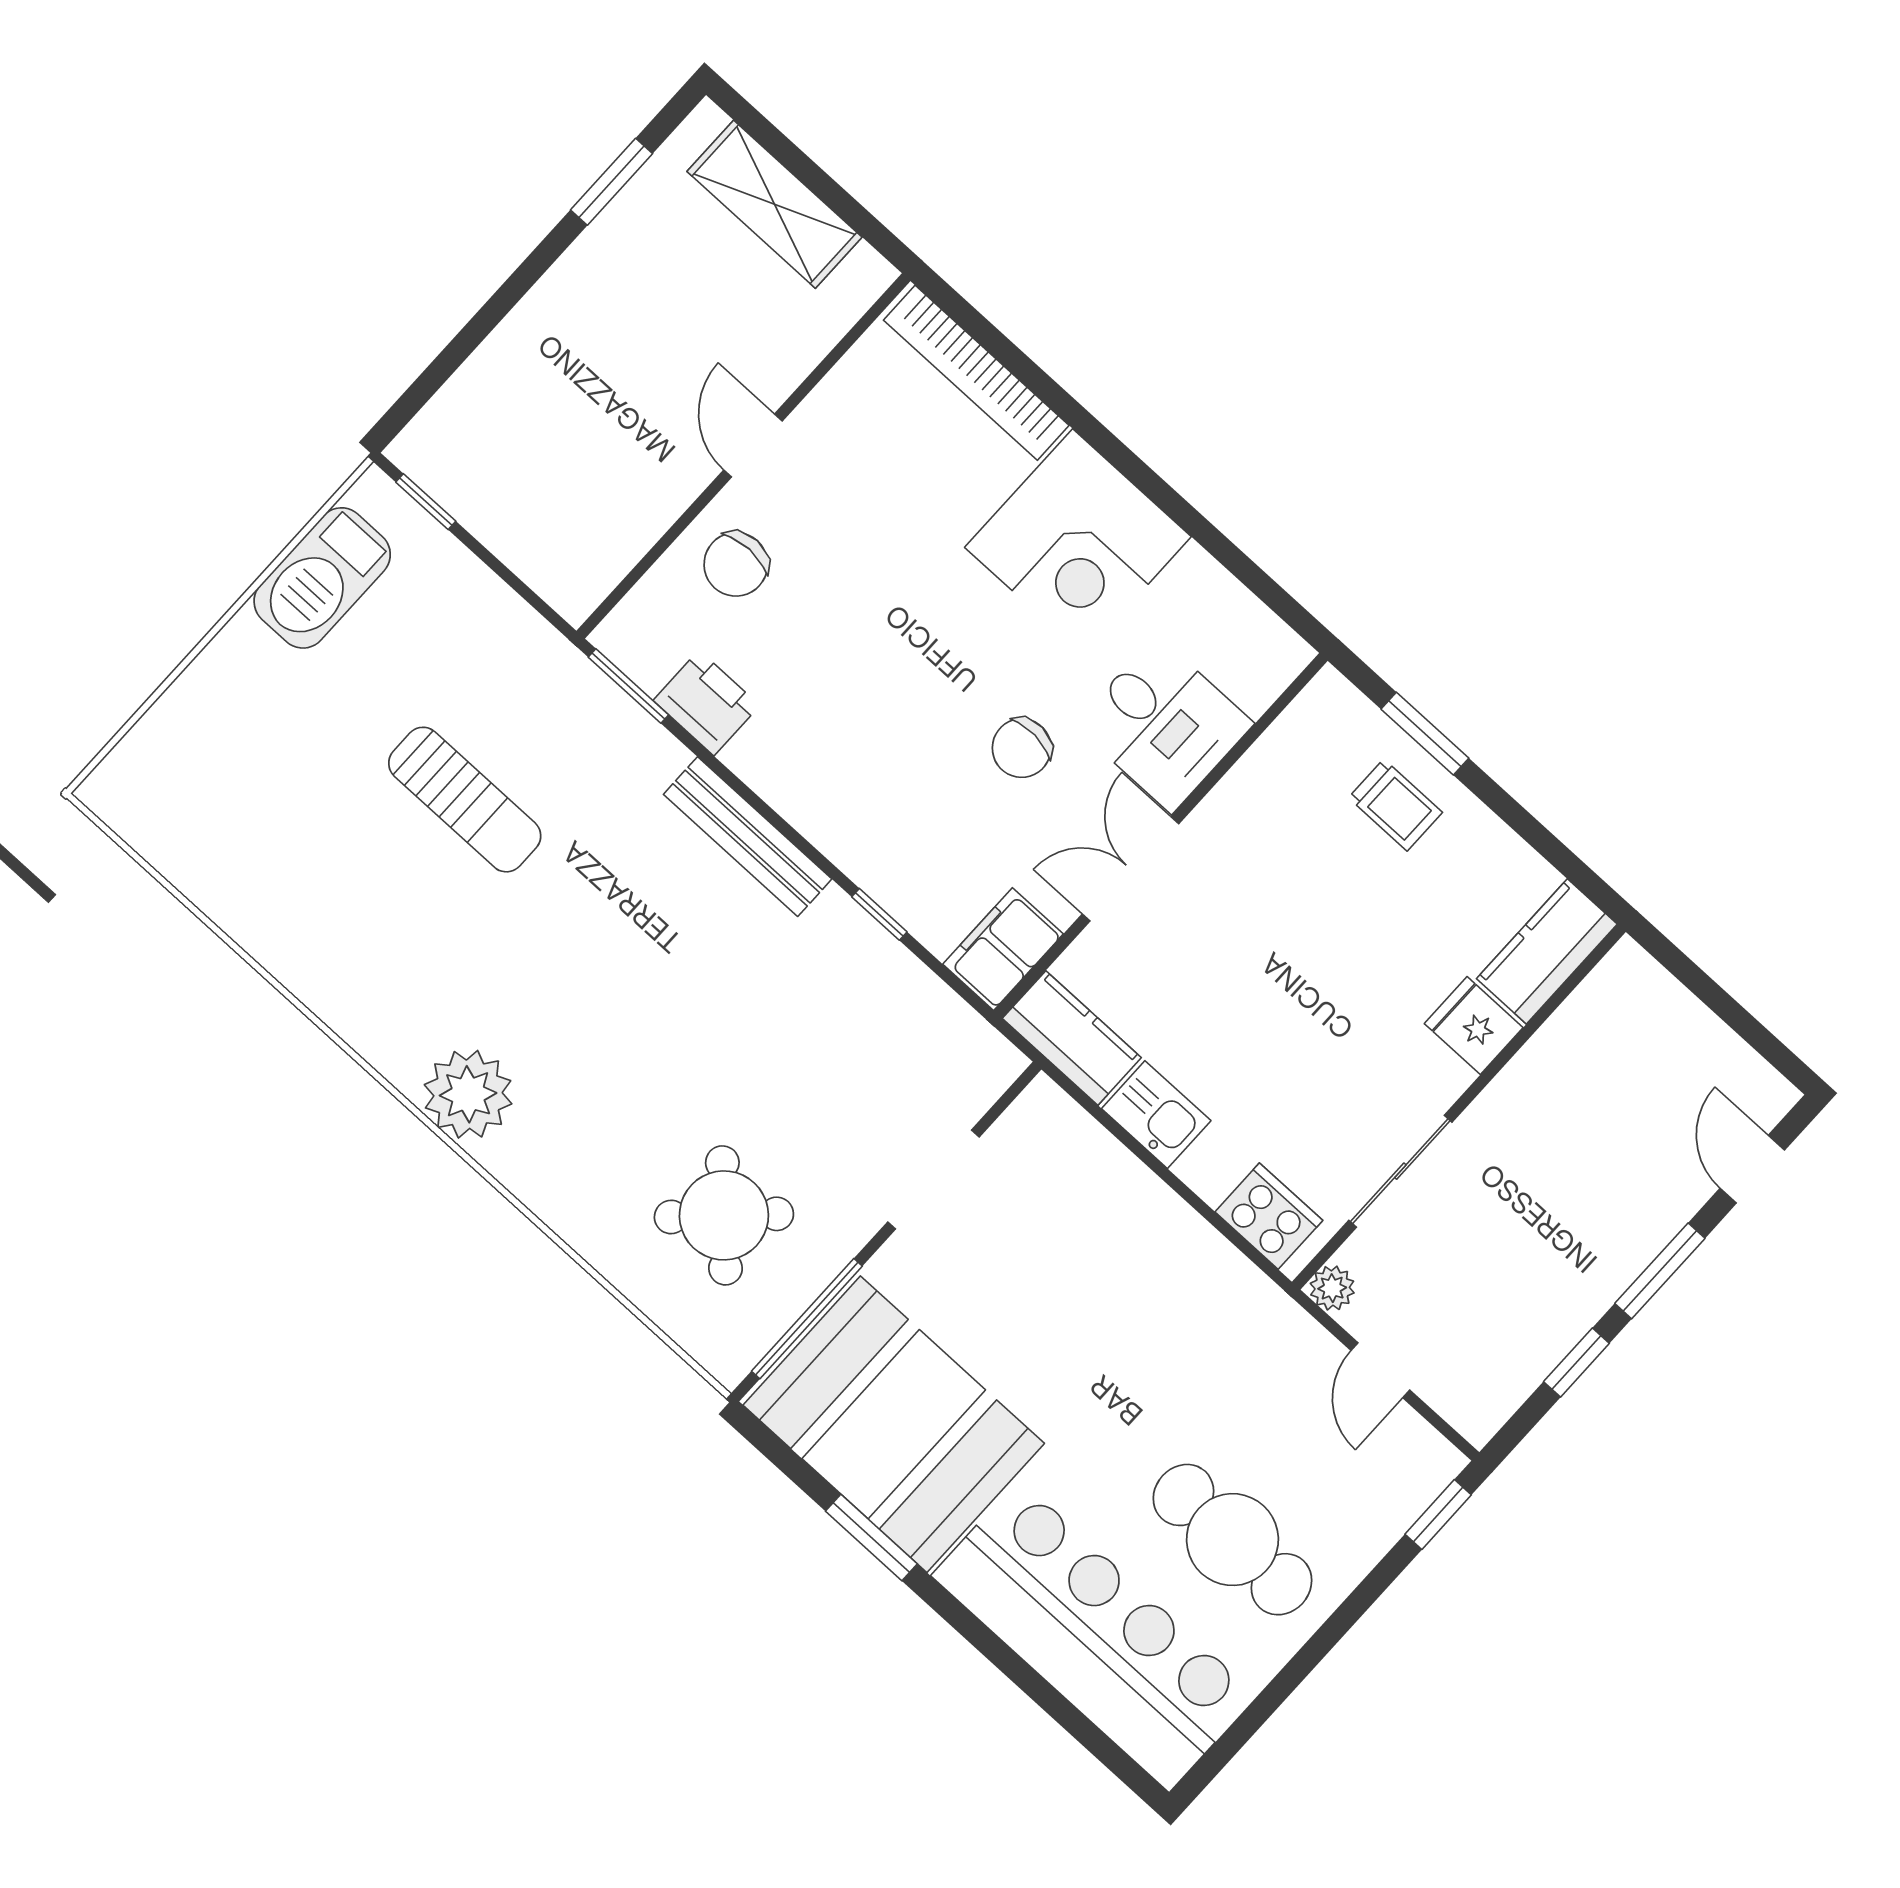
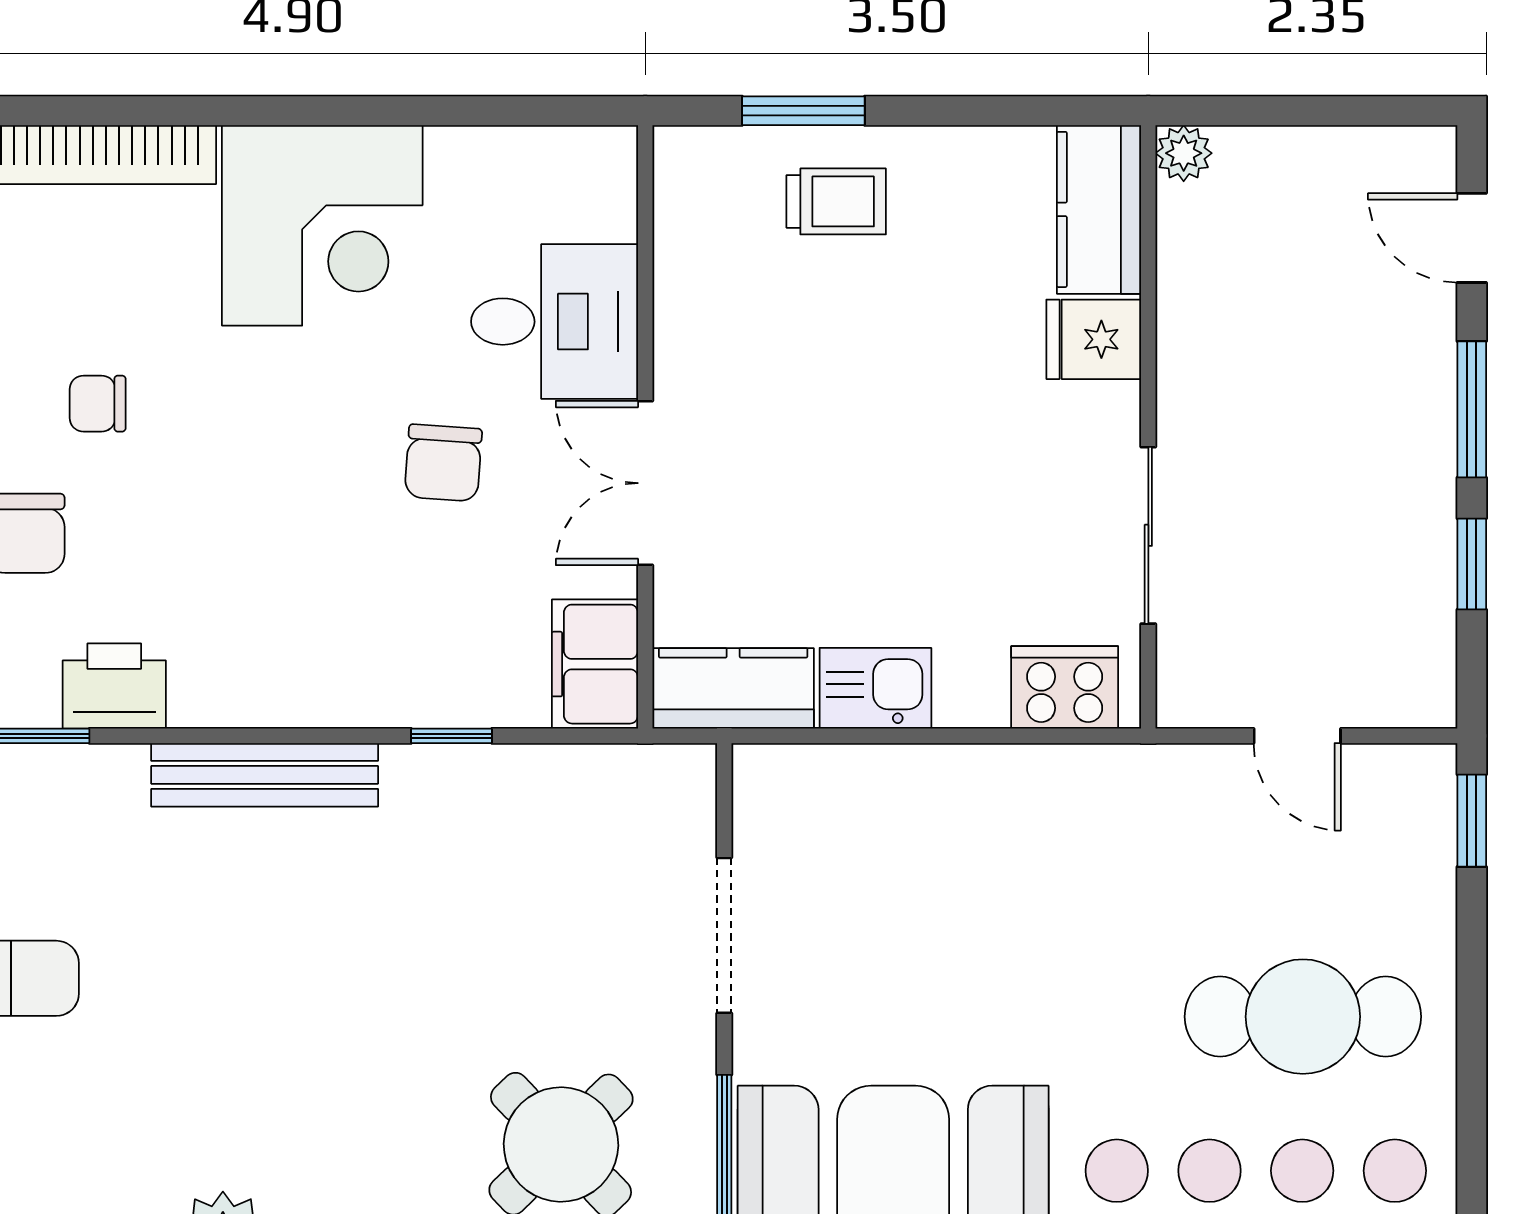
chair: (849, 527) -> (98, 404), added
plant: (1332, 1288) -> (1184, 153), moved

